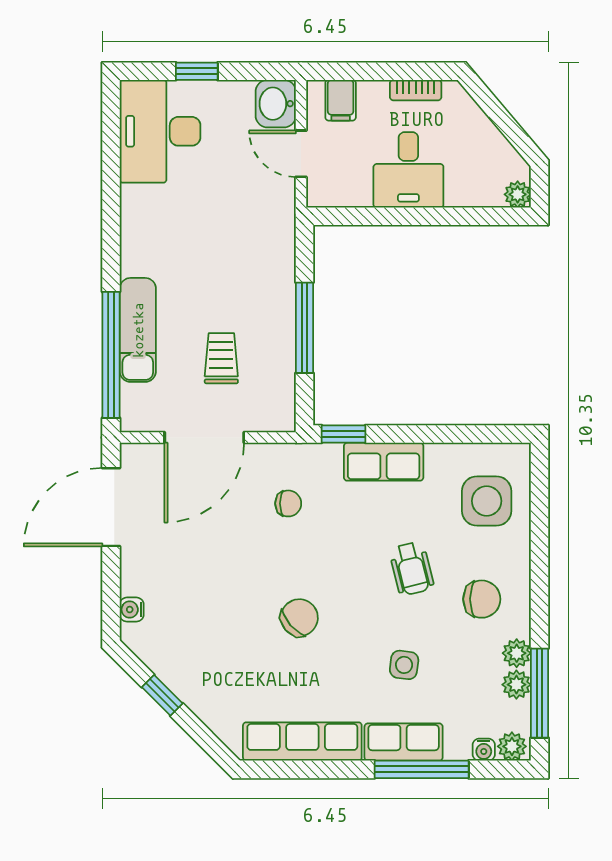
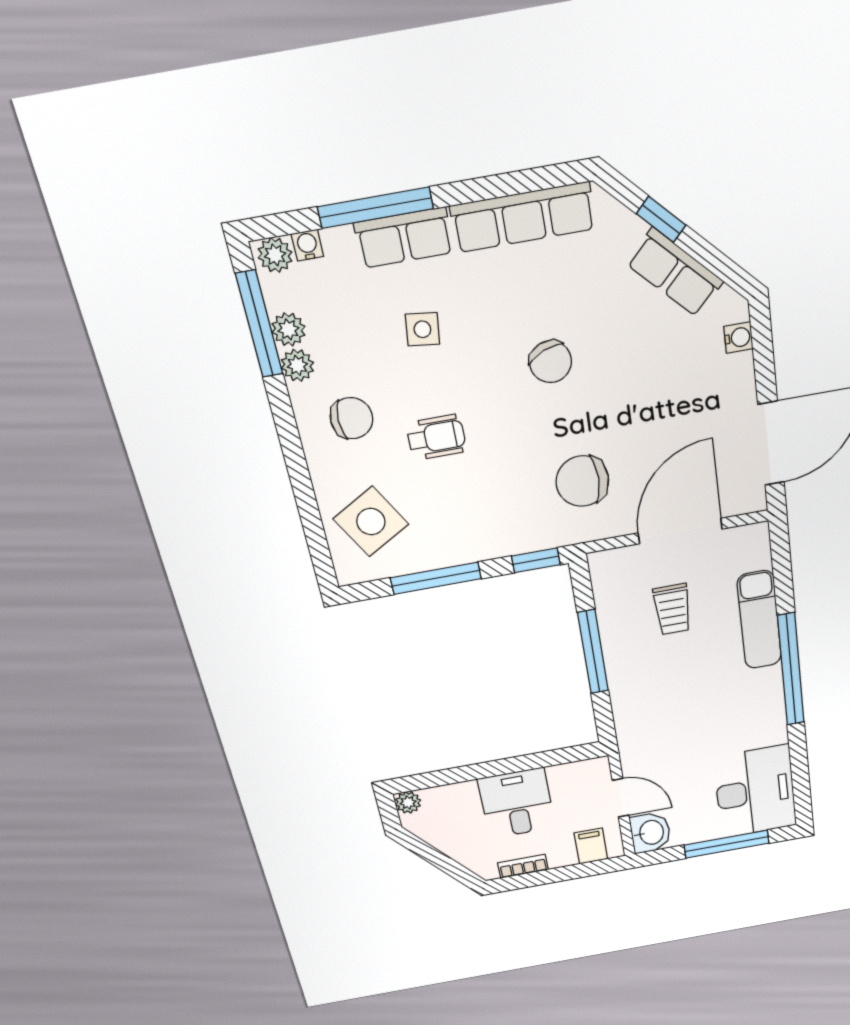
window: (197, 71) -> (727, 844), width x2.17
window: (111, 355) -> (791, 670), moved
window: (440, 434) -> (436, 578), added
row of seats: (384, 462) -> (675, 273), moved, turned -135
side table: (487, 501) -> (371, 522), turned -30
chair: (288, 503) -> (582, 481), width x1.87, depth x1.87
wheelchair: (412, 569) -> (436, 437), turned 104
chair: (482, 599) -> (351, 418), turned 180
chair: (299, 618) -> (551, 362), turned -71
window: (162, 695) -> (661, 219), moved

